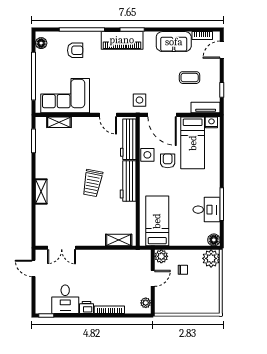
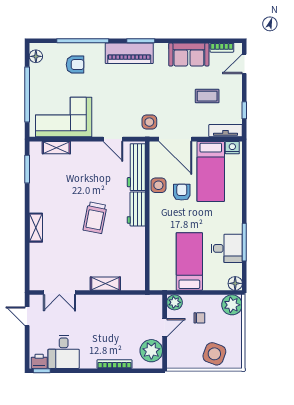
workbench: (128, 181) -> (136, 209), width x0.73
bed: (157, 221) -> (189, 261), moved
shelving: (119, 240) -> (105, 284), moved
side table: (196, 301) -> (214, 354), added
plant: (146, 303) -> (151, 351), width x1.88, depth x1.88
printer: (86, 307) -> (39, 361), moved

